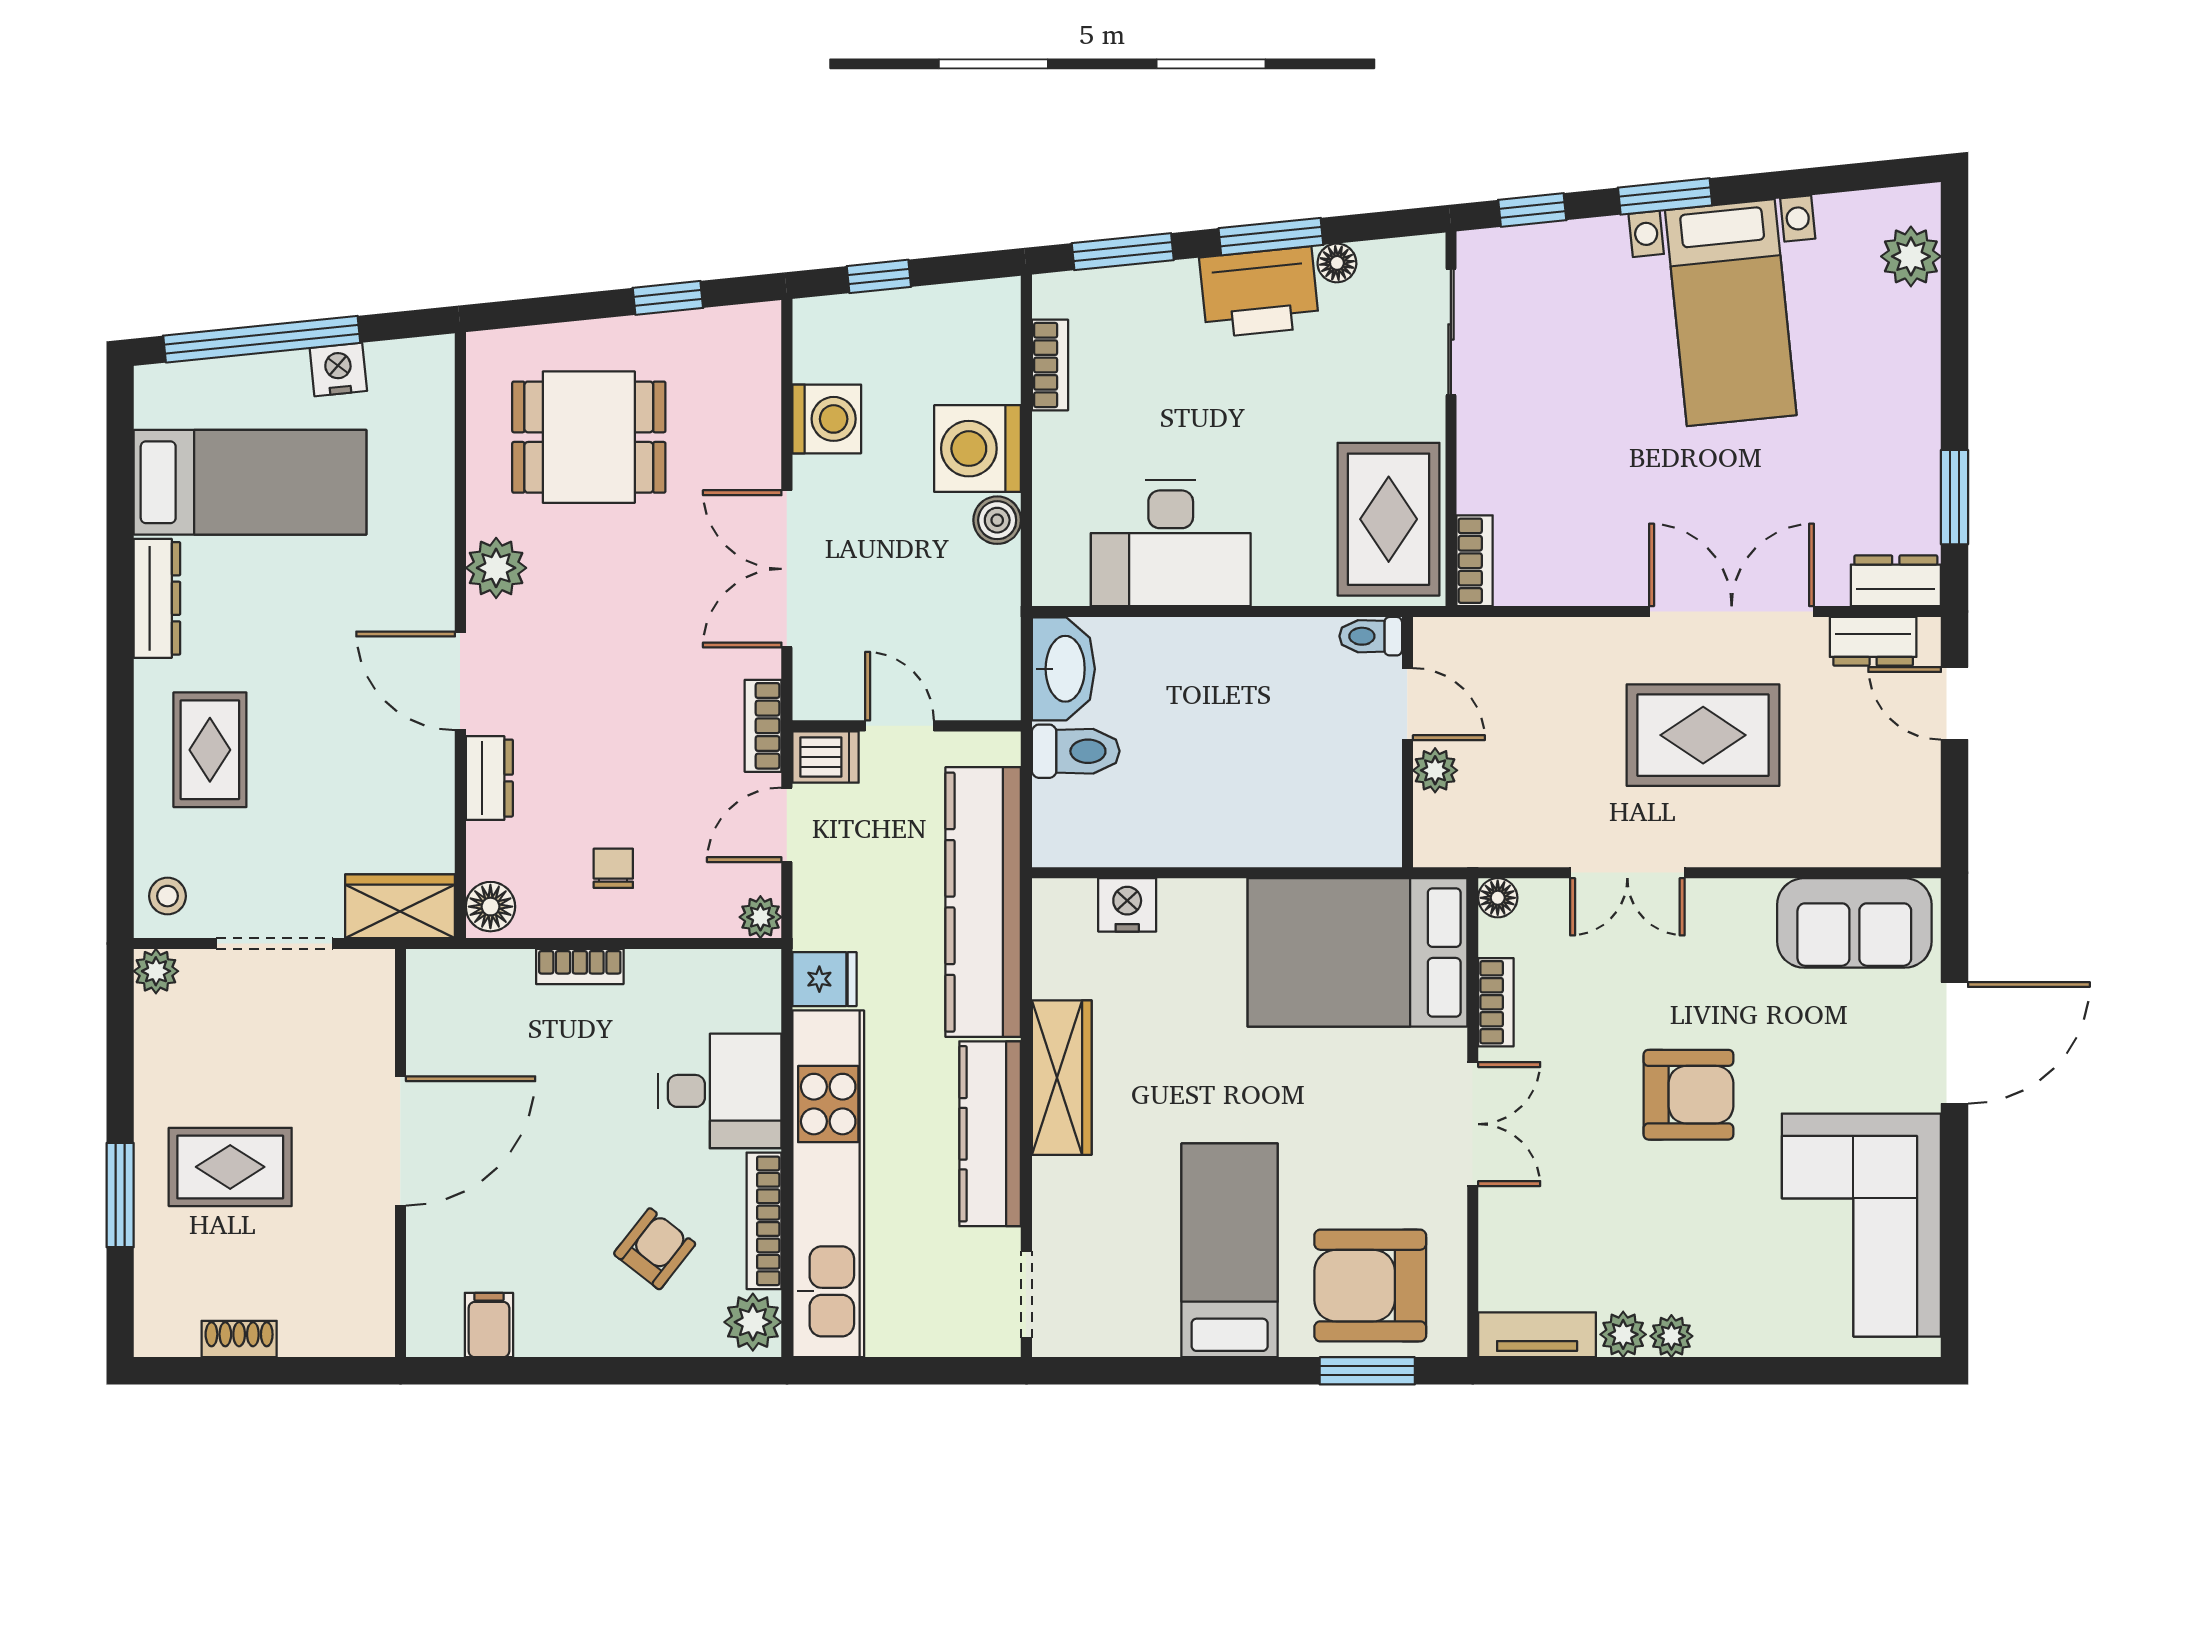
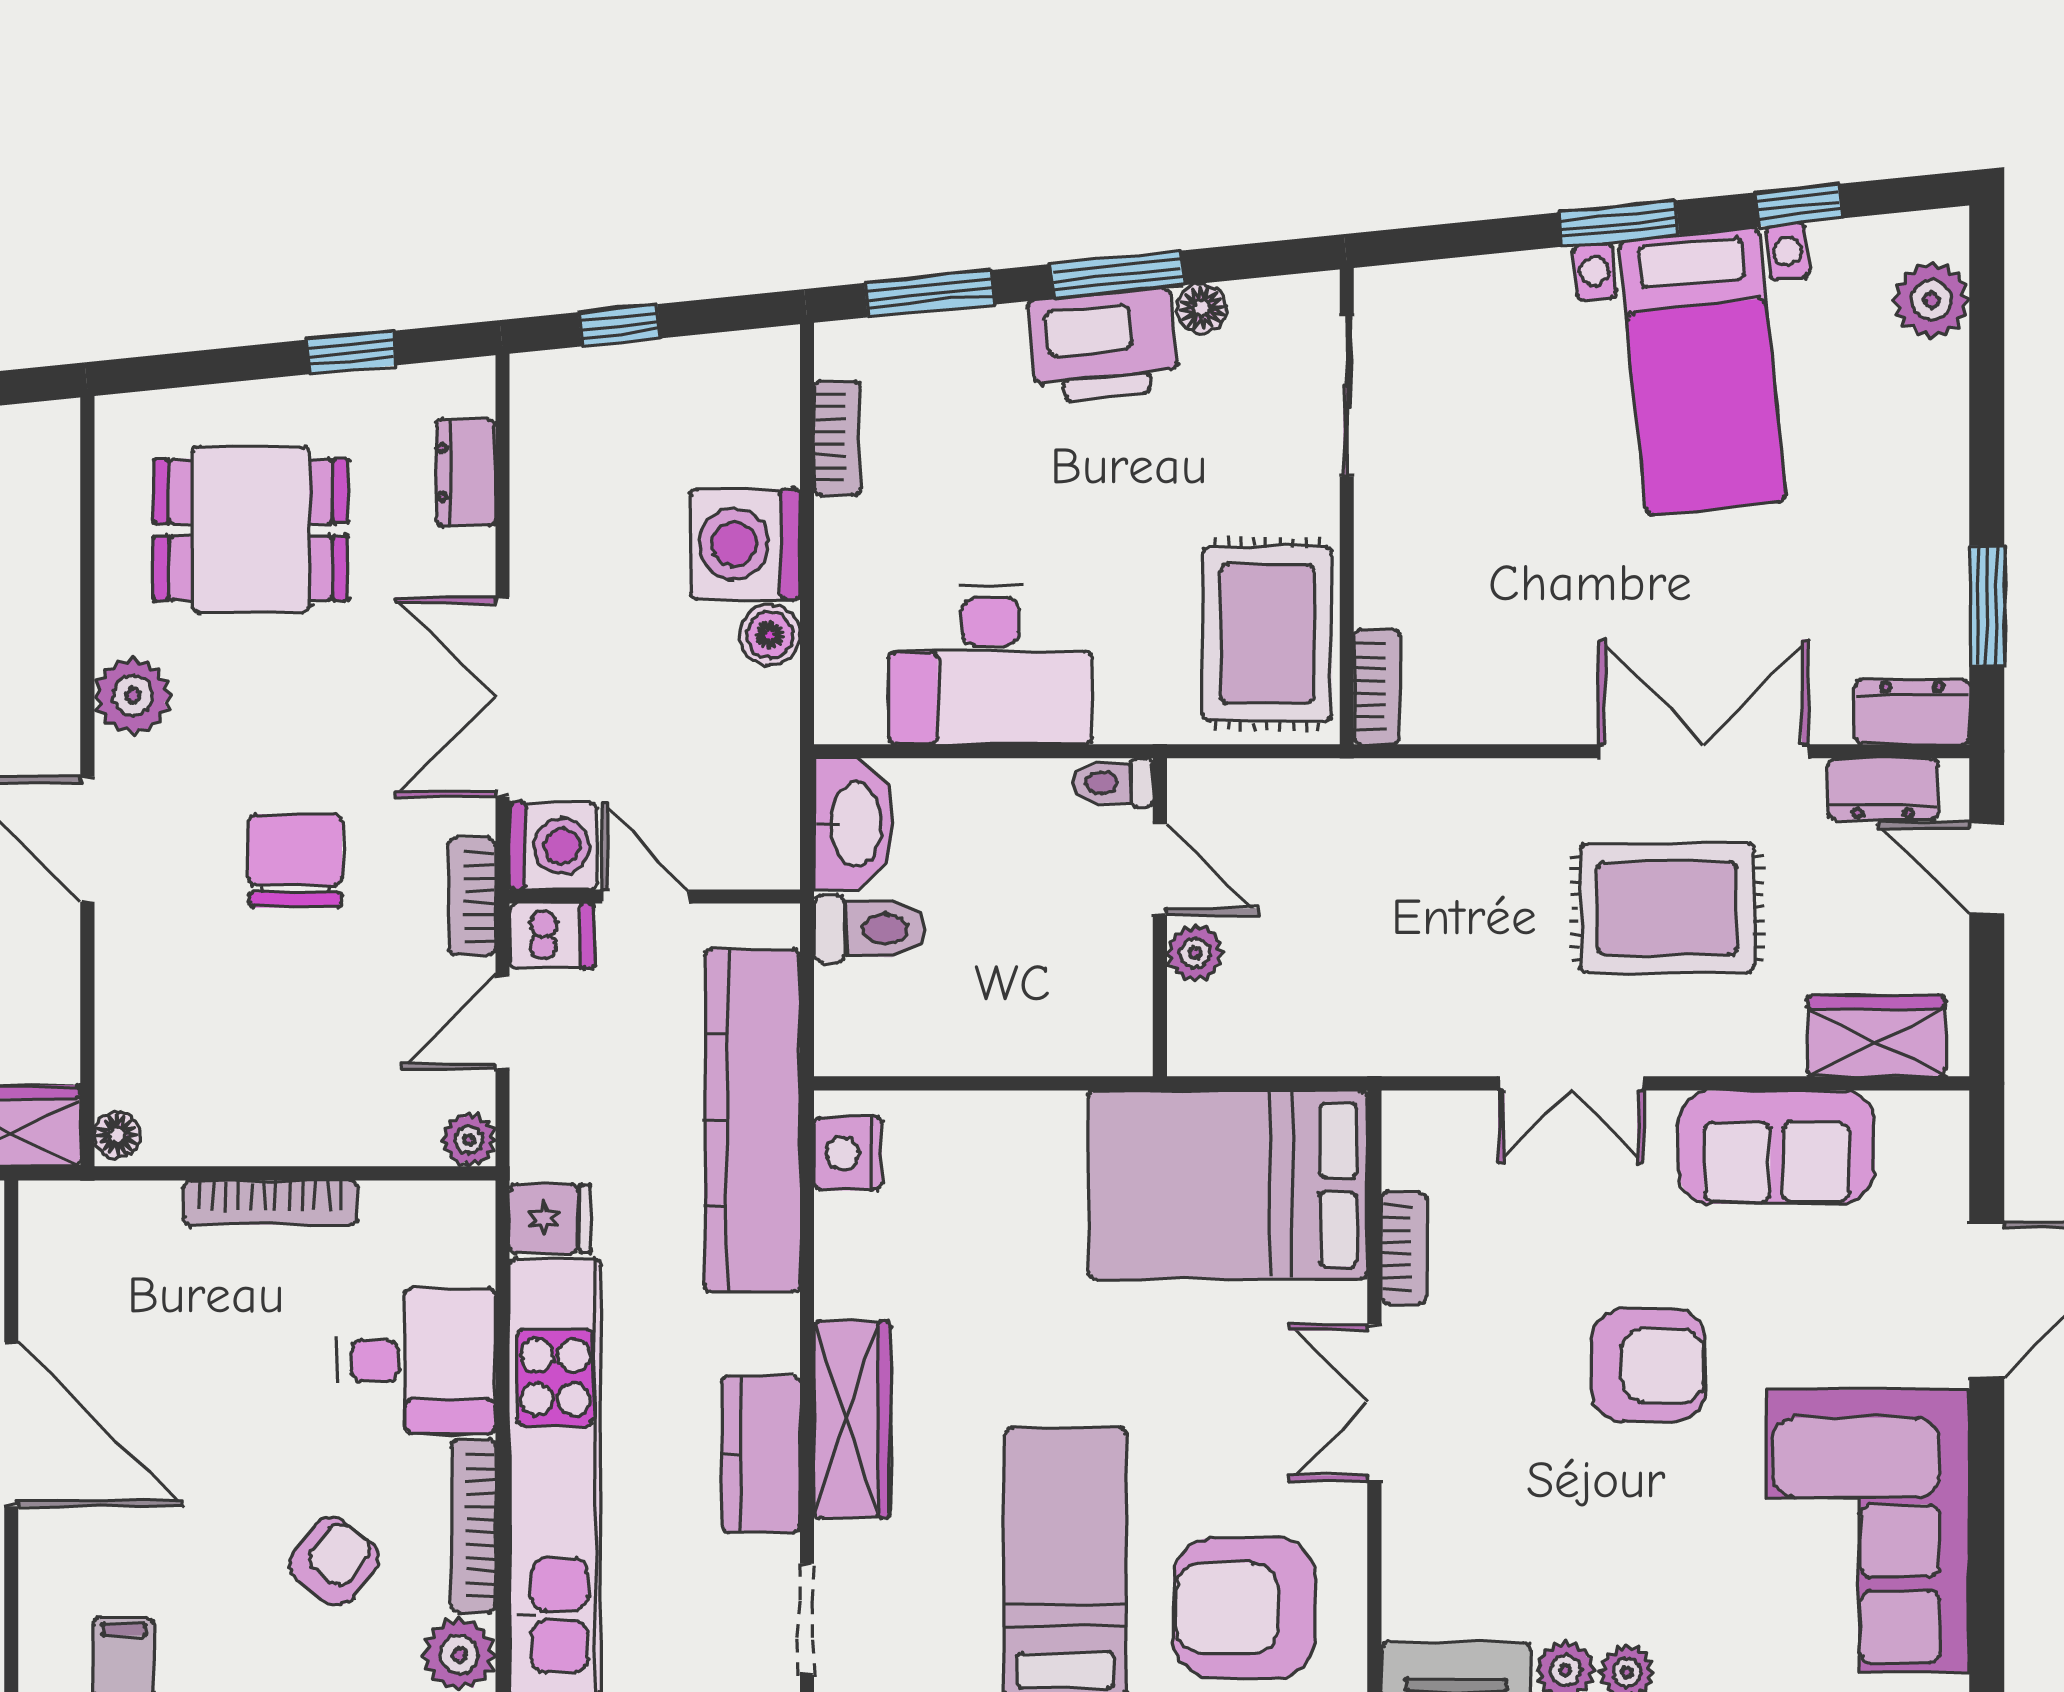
window: (1532, 210) -> (1799, 205), moved
washing machine: (827, 419) -> (553, 846), moved
toilet: (1371, 636) -> (1113, 783), moved
door: (1407, 704) -> (1160, 869), moved
wall: (1407, 742) -> (1160, 917), moved
plant: (1435, 770) -> (1195, 953), moved
dresser: (489, 778) -> (466, 472), moved, turned 180
wardrobe: (1867, 836) -> (1876, 1036), added
chair: (613, 868) -> (295, 861), moved, width x1.87, depth x1.87
floor lamp: (1498, 898) -> (1406, 1115), removed
nightstand: (1127, 905) -> (848, 1154), moved, turned -90
floor lamp: (490, 907) -> (117, 1135), width x0.73, depth x0.73
sofa: (1854, 923) -> (1776, 1147), moved
bookcase: (580, 967) -> (271, 1203), width x1.56
wardrobe: (1062, 1078) -> (852, 1419), moved
double door: (1473, 1124) -> (1374, 1403), swing flipped
kitchen counter: (990, 1134) -> (761, 1454), width x0.67
door: (400, 1141) -> (11, 1424), hinge flipped

